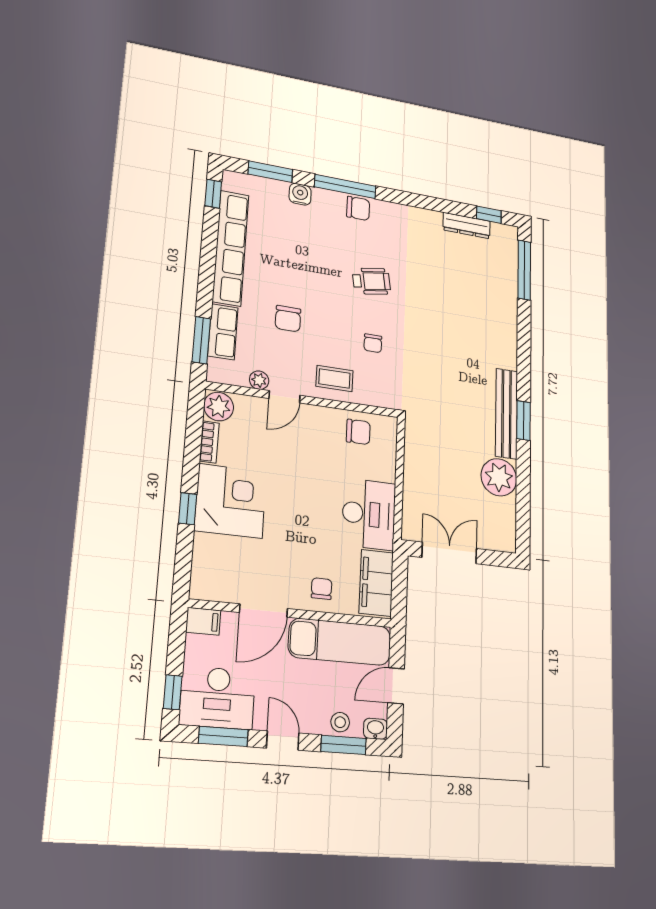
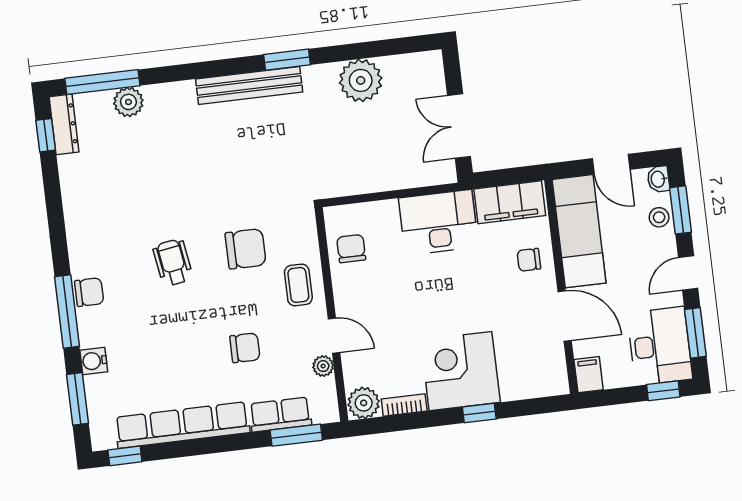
chair: (358, 208) -> (89, 292), turned 90
dresser: (467, 225) -> (64, 124), moved
plant: (506, 285) -> (128, 102), added
chair: (373, 343) -> (246, 249), width x1.87, depth x1.87
bench: (506, 414) -> (249, 86), moved

